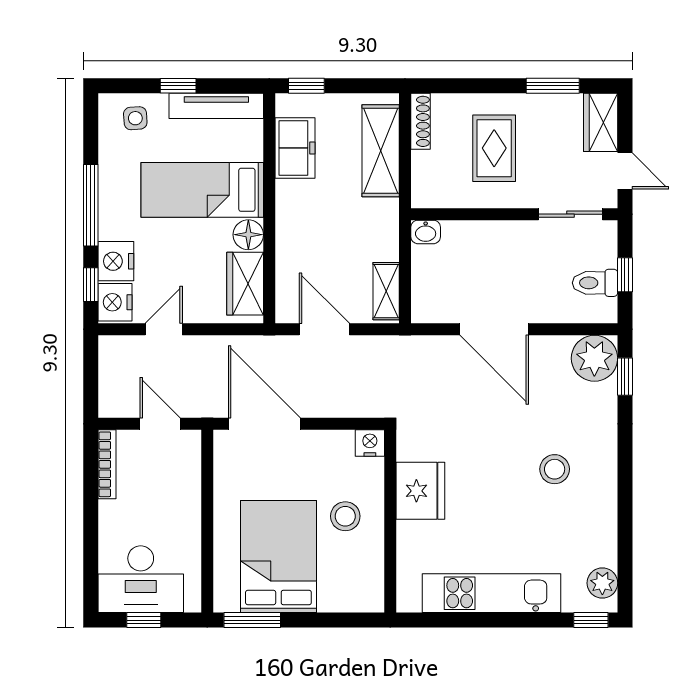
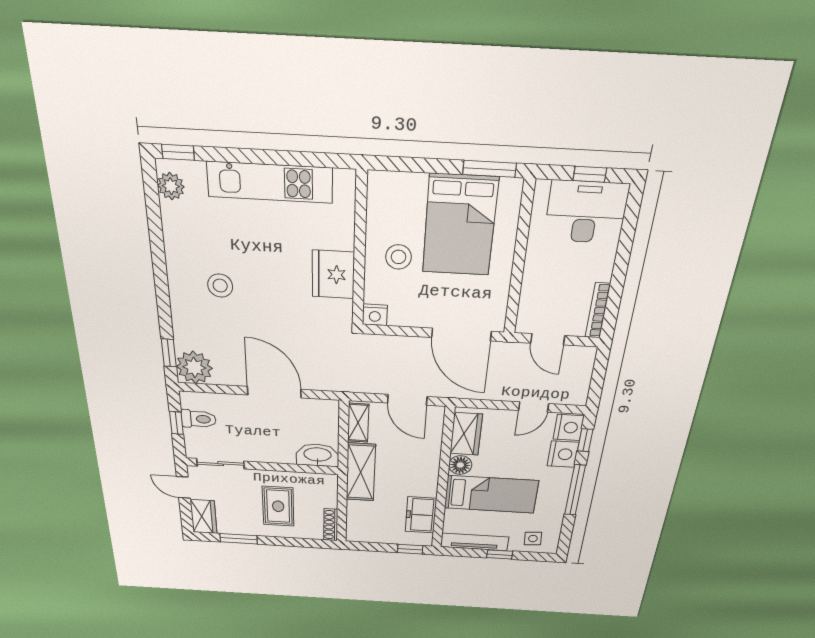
shelving: (381, 151) -> (361, 472), moved
washbasin: (426, 232) -> (318, 455), width x1.91, depth x1.45

